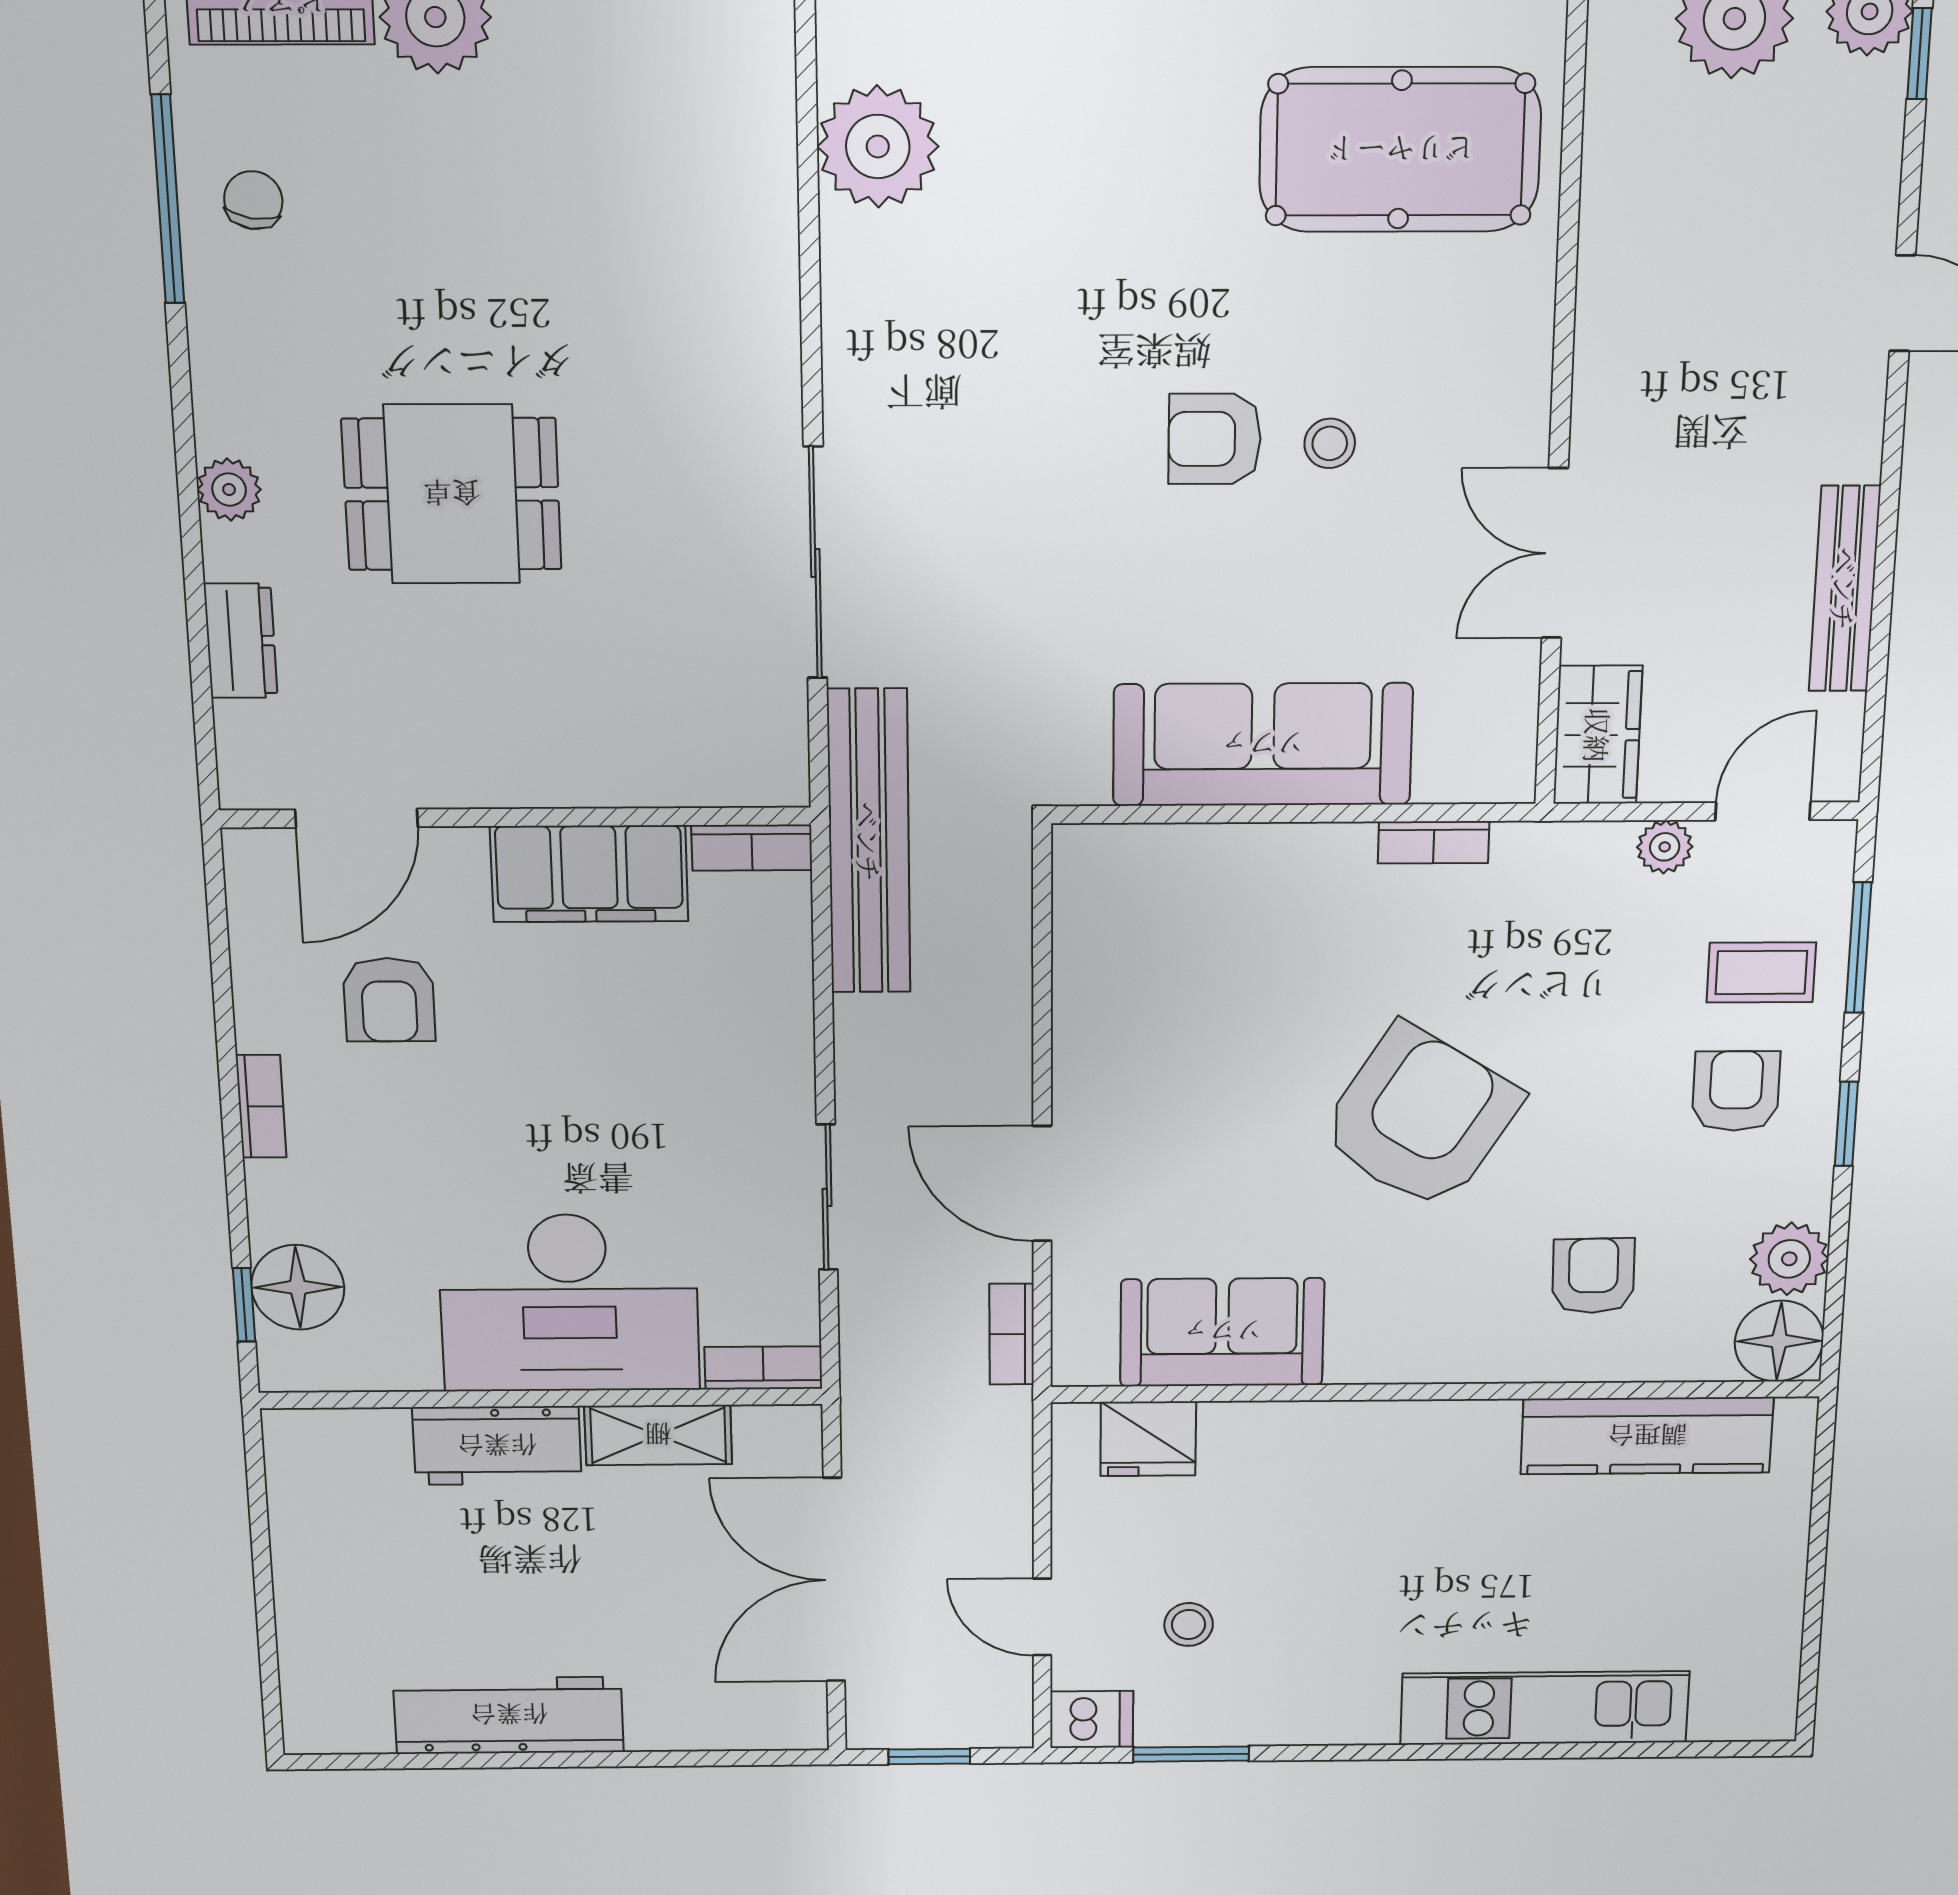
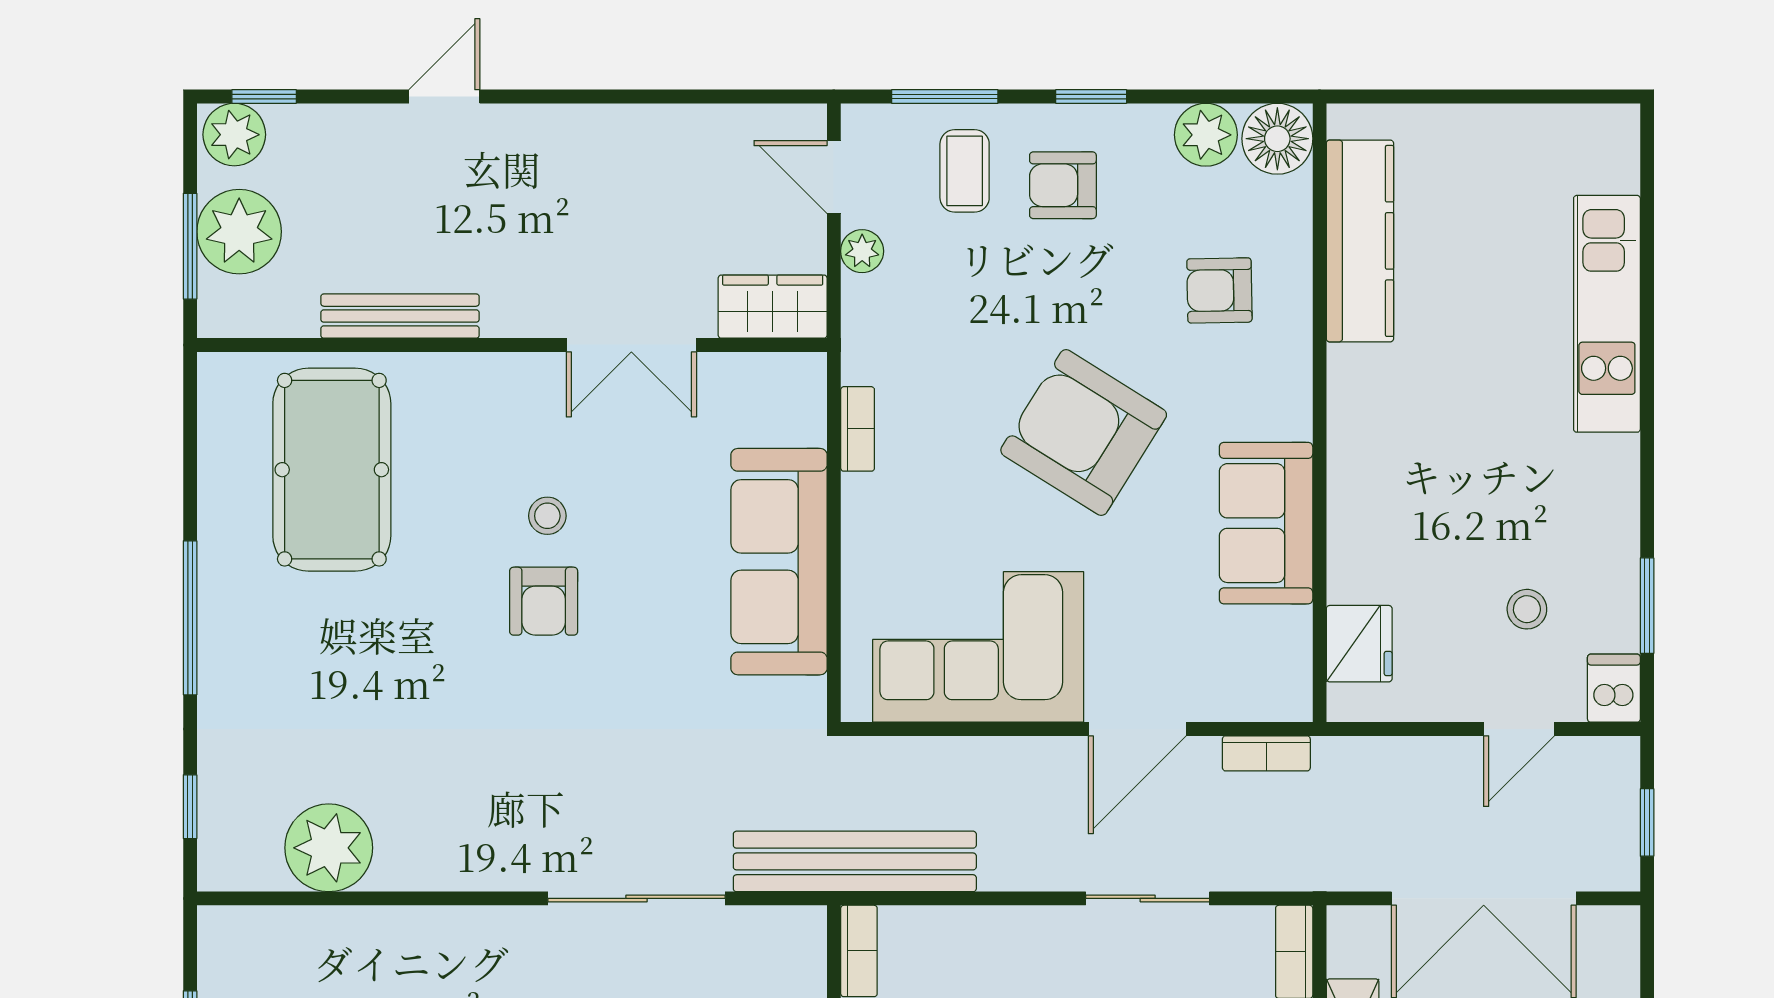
bench: (1845, 589) -> (400, 316), moved
corner sofa: (1148, 992) -> (978, 647), added
sofa: (1222, 1332) -> (1266, 523), moved

